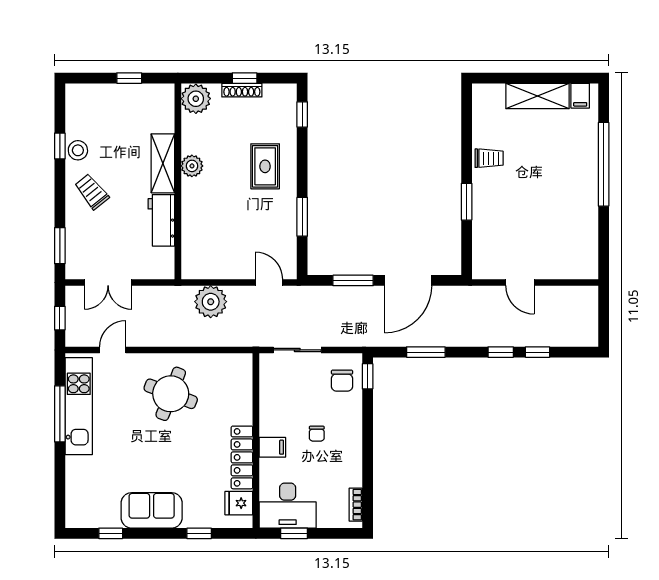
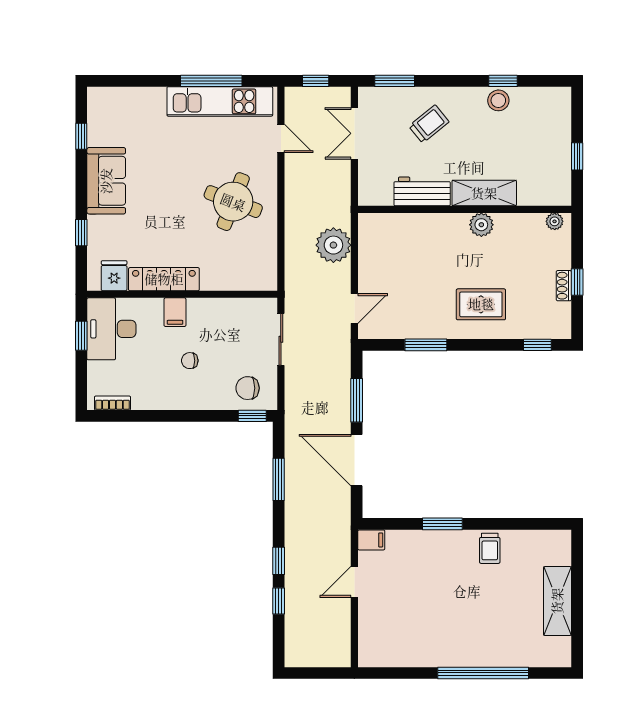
shoe rack: (242, 90) -> (564, 286), width x0.70
filing cabinet: (580, 96) -> (371, 540), moved, turned 180
plant: (196, 99) -> (555, 221), width x0.53, depth x0.53
trolley: (92, 192) -> (429, 124), moved

